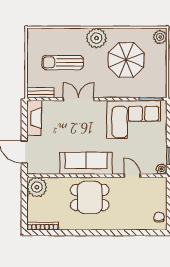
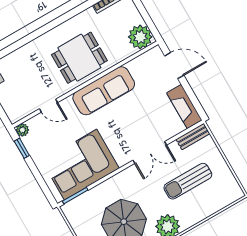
sun lounger: (63, 62) -> (188, 181), turned 180

